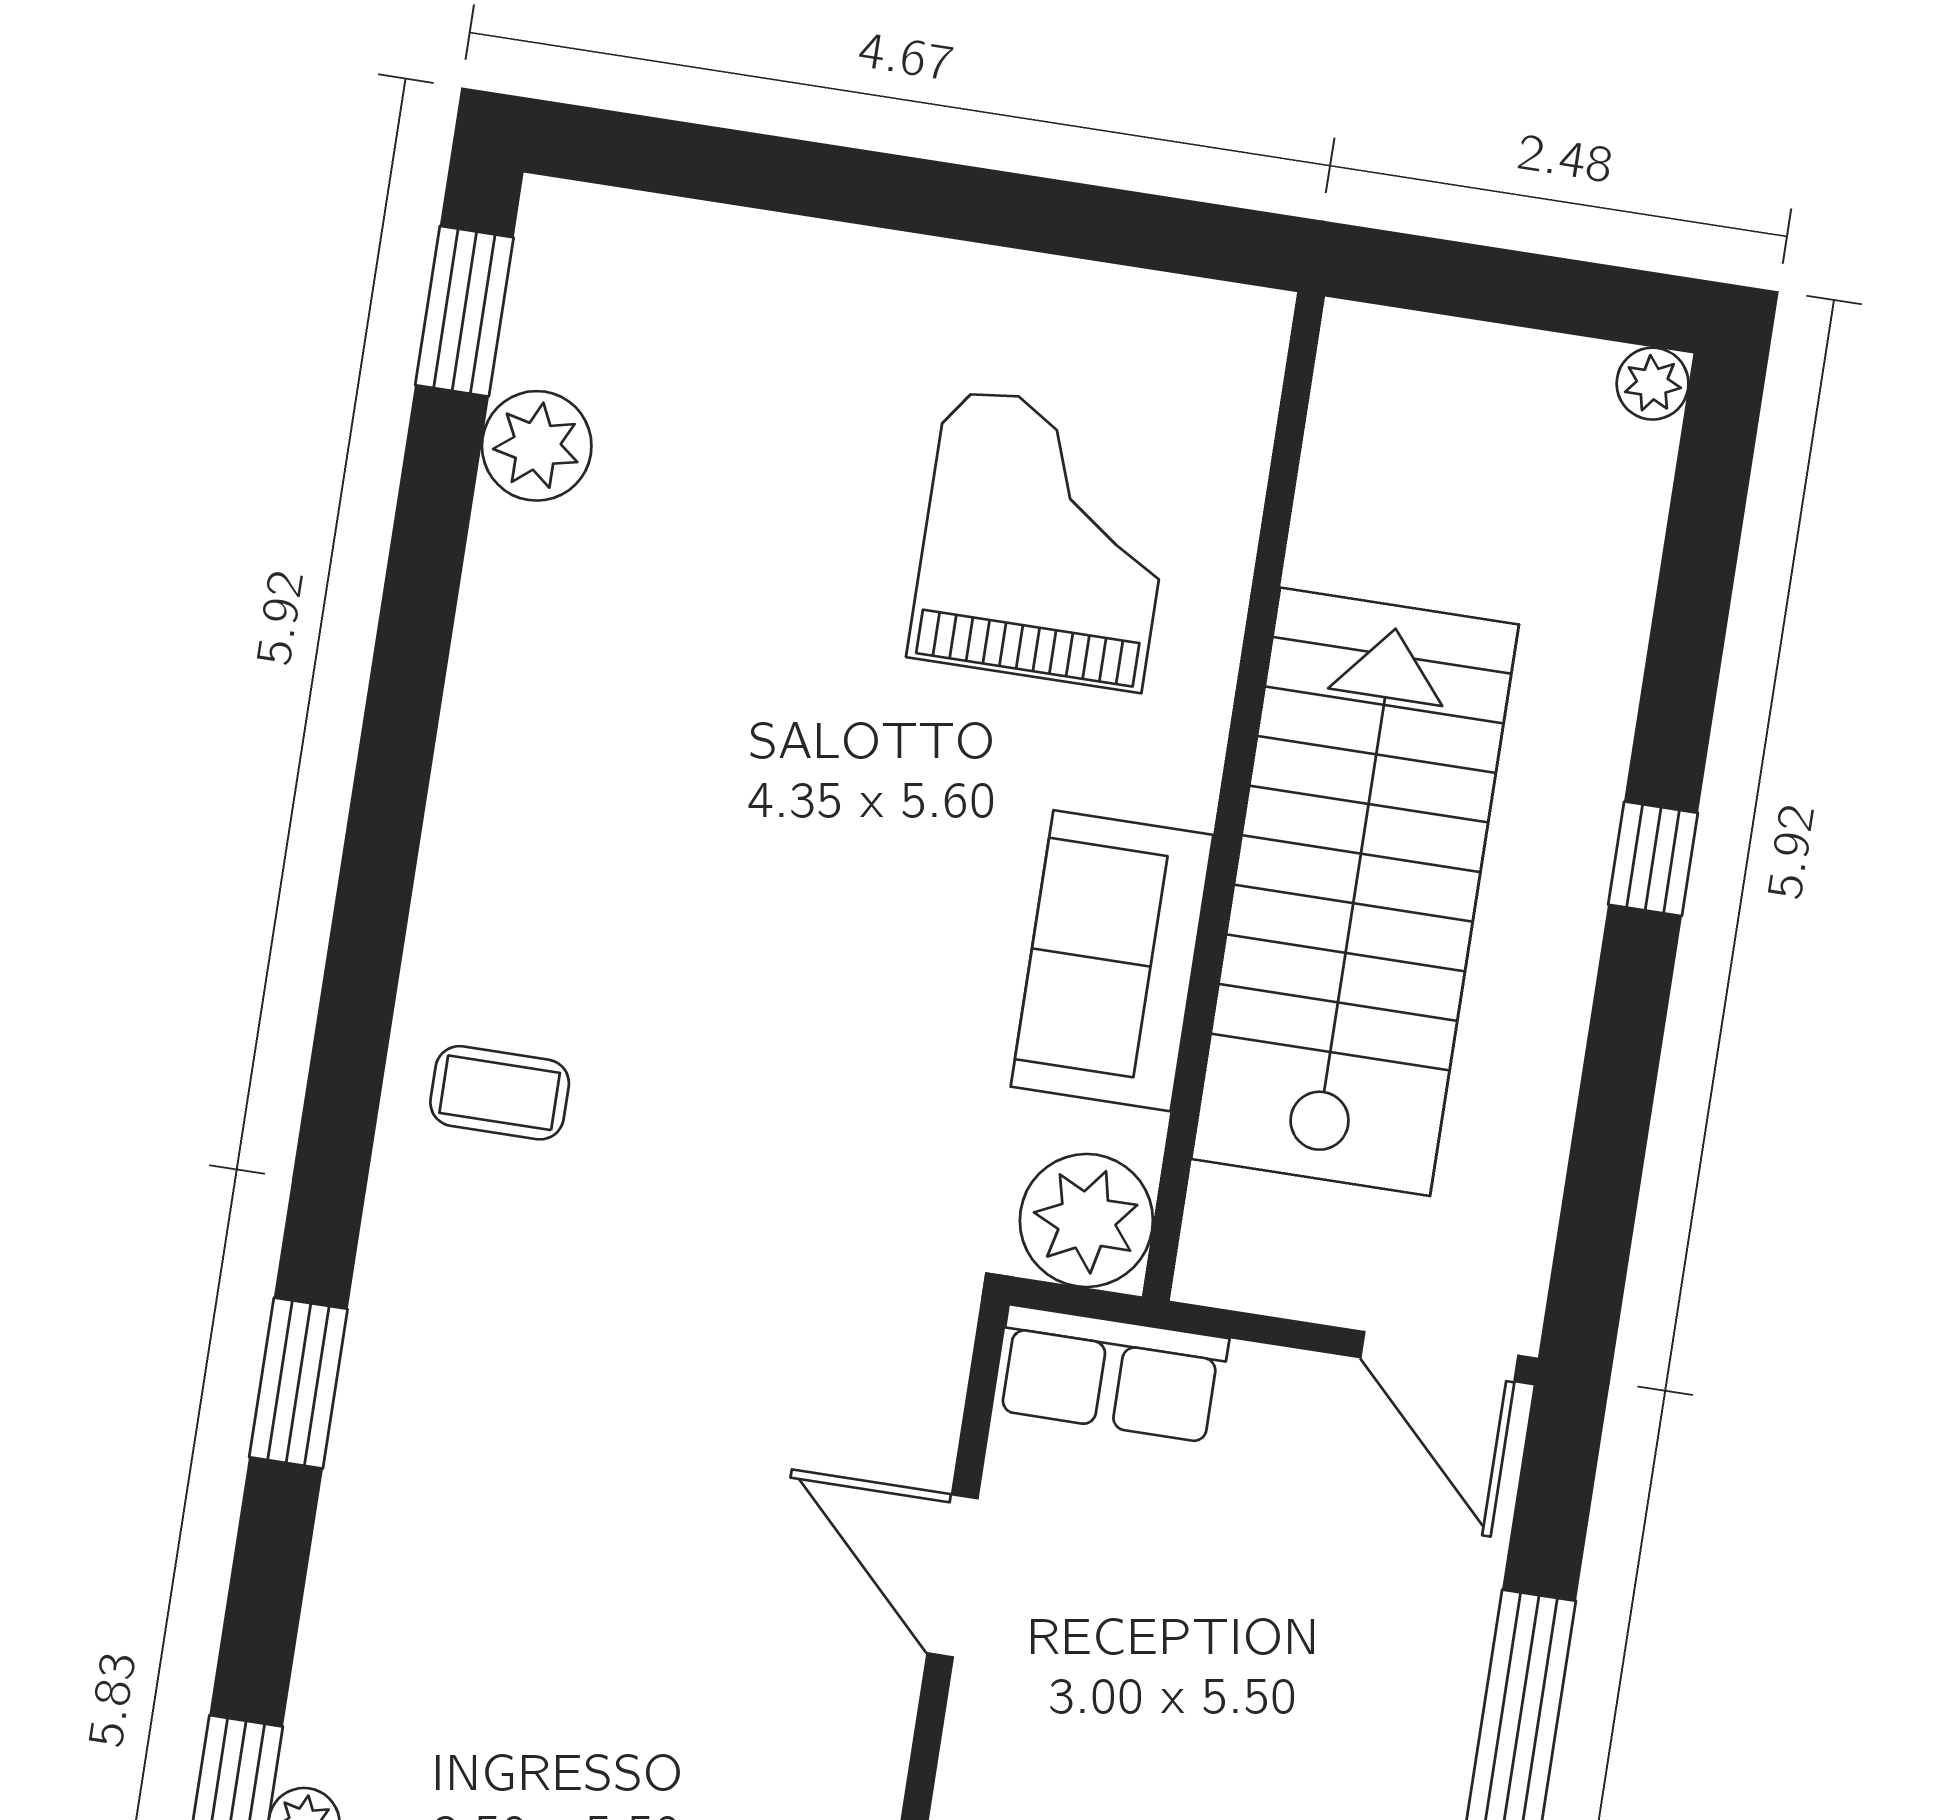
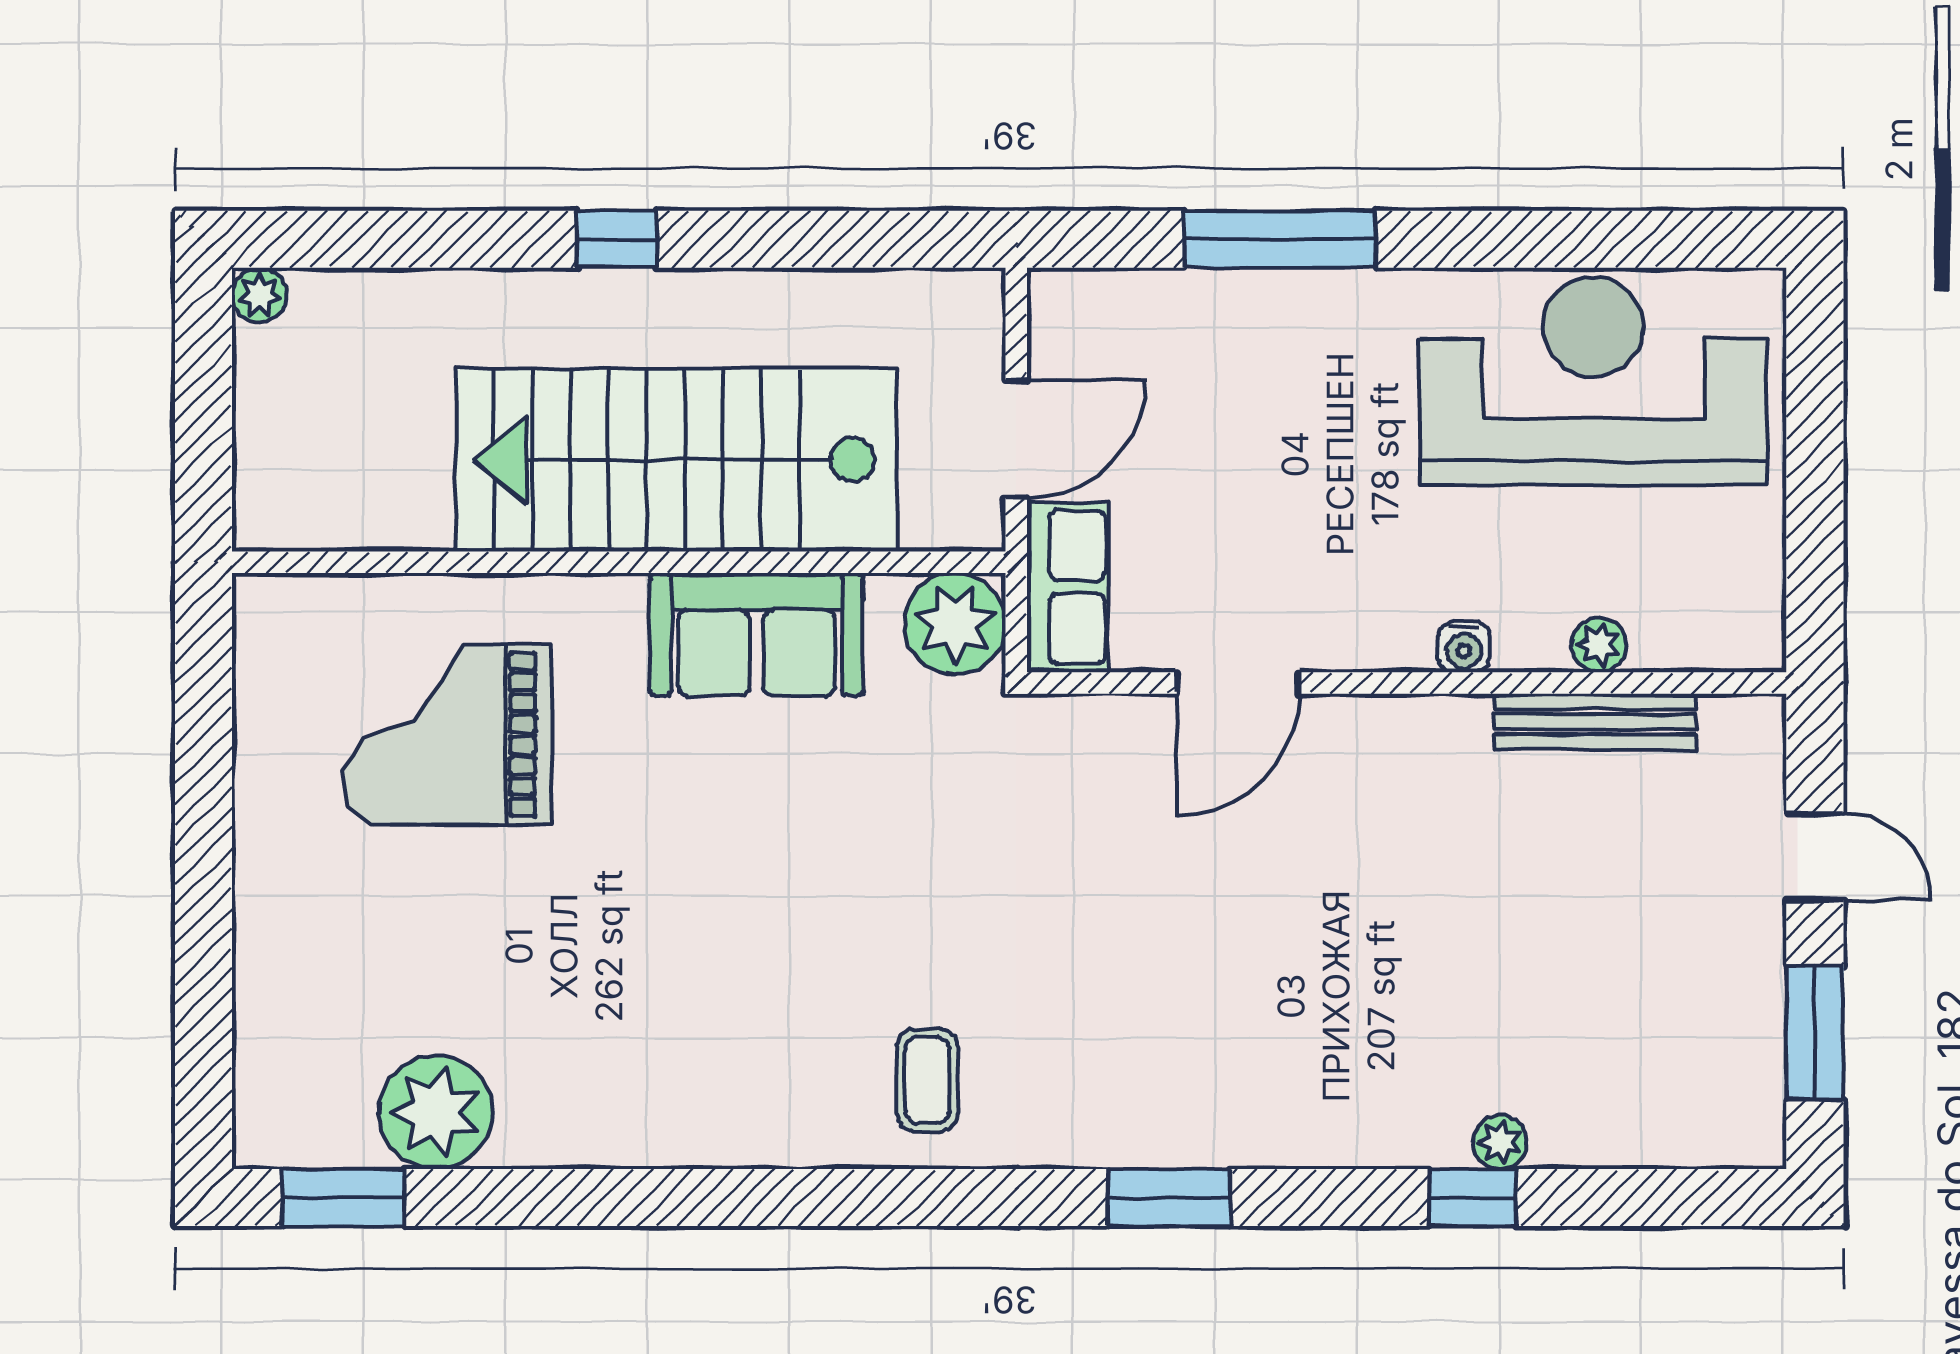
plant: (537, 446) -> (436, 1112), width x1.36, depth x1.36
door: (1439, 1357) -> (1016, 439), moved

